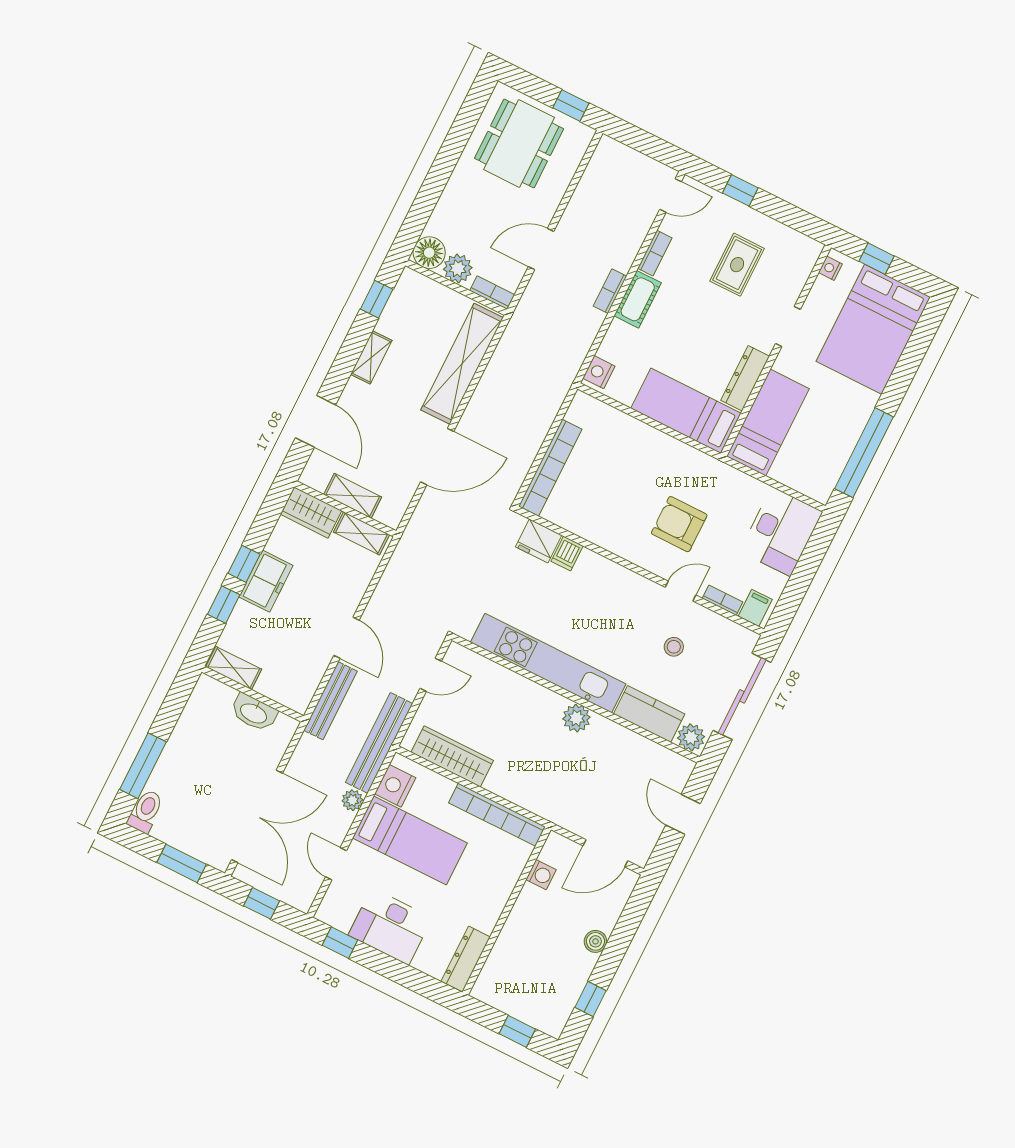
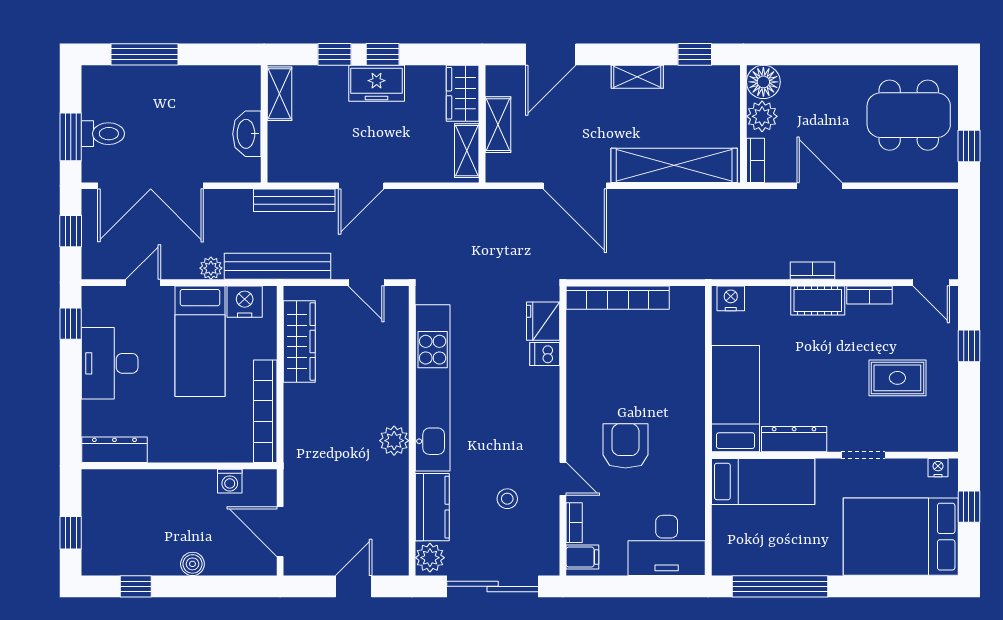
toilet: (146, 811) -> (103, 134), moved

